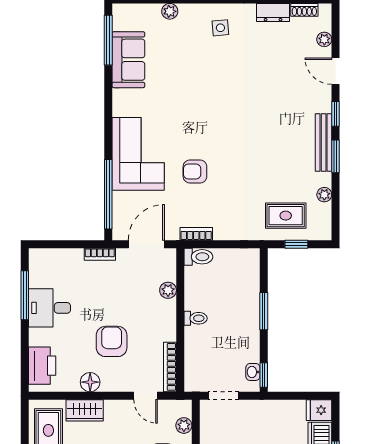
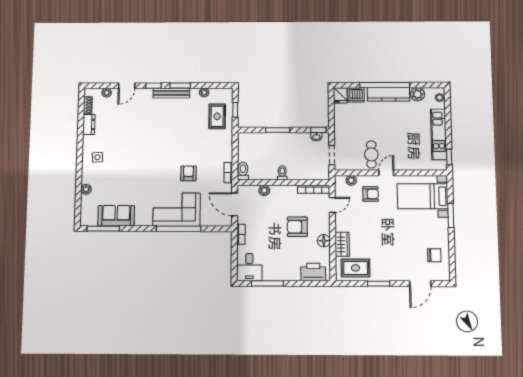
armchair: (195, 172) -> (188, 173), turned 180
window: (108, 194) -> (179, 229), moved
desk: (49, 308) -> (249, 267), moved

